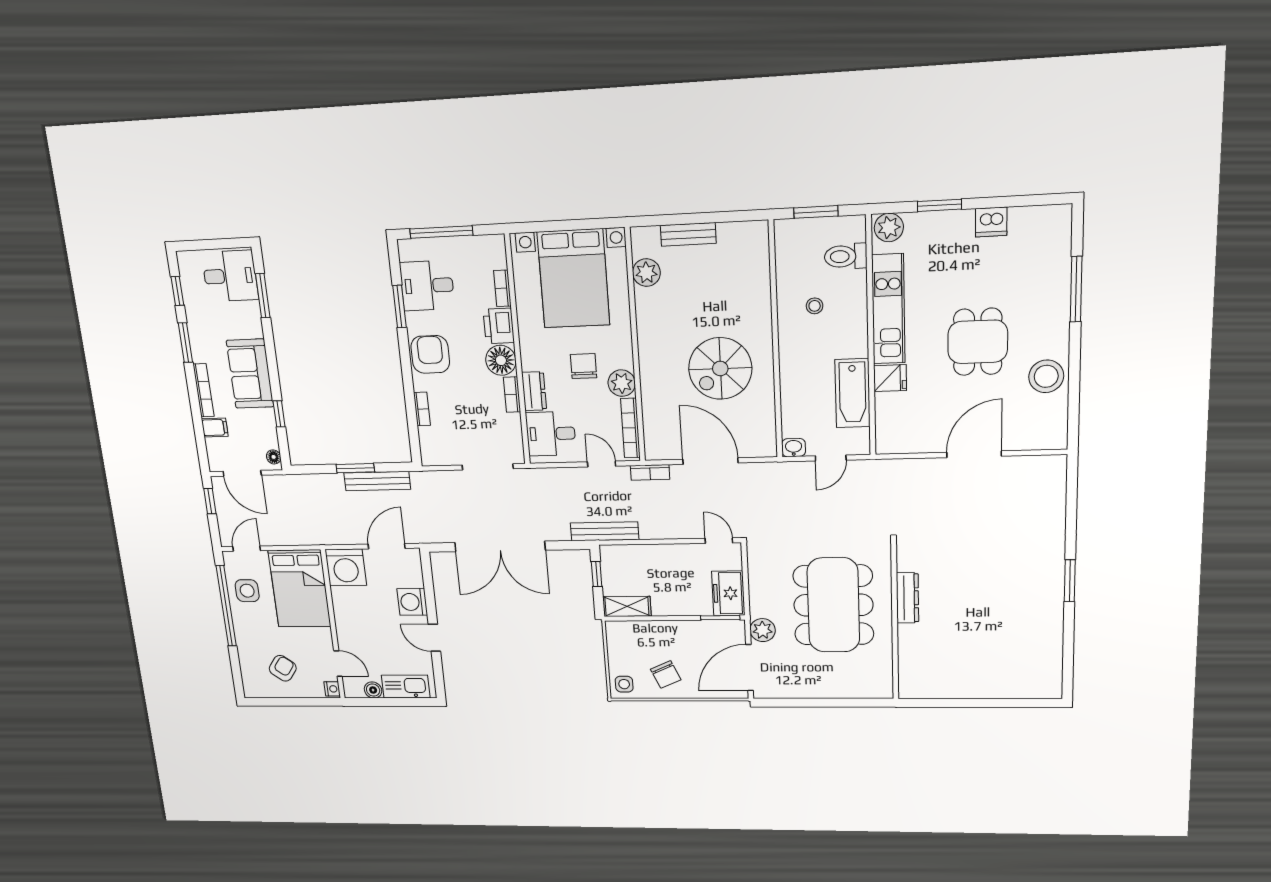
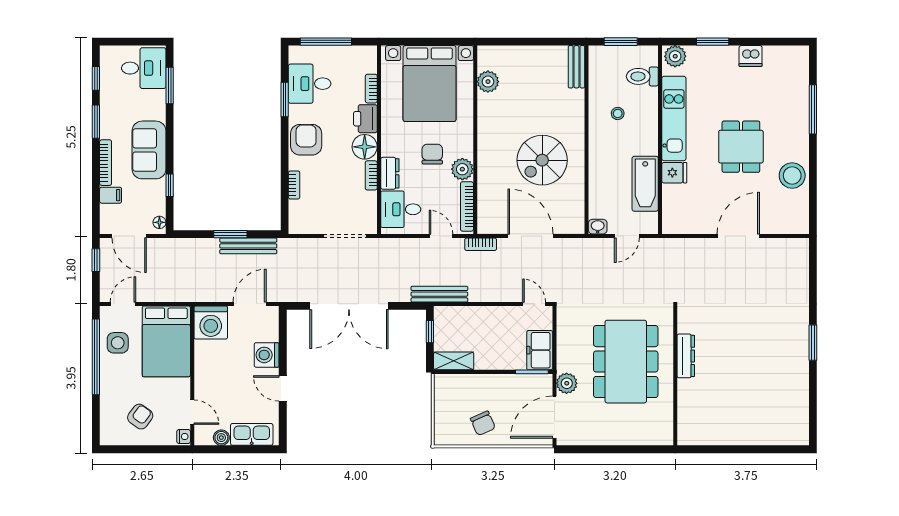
bench: (688, 234) -> (576, 67), moved, turned 90
side table: (624, 684) -> (446, 432), removed

